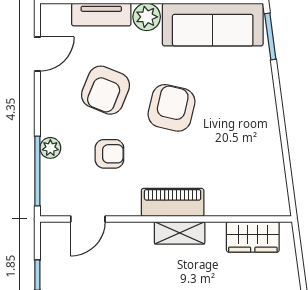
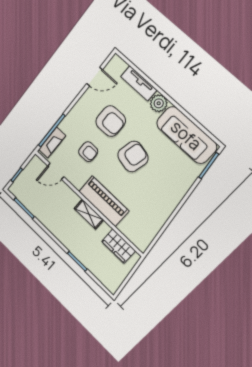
armchair: (106, 90) -> (111, 121), turned -112
plant: (50, 148) -> (65, 125), removed
fireplace: (51, 186) -> (52, 143), added
piano: (173, 202) -> (104, 201), width x1.37, depth x1.33

